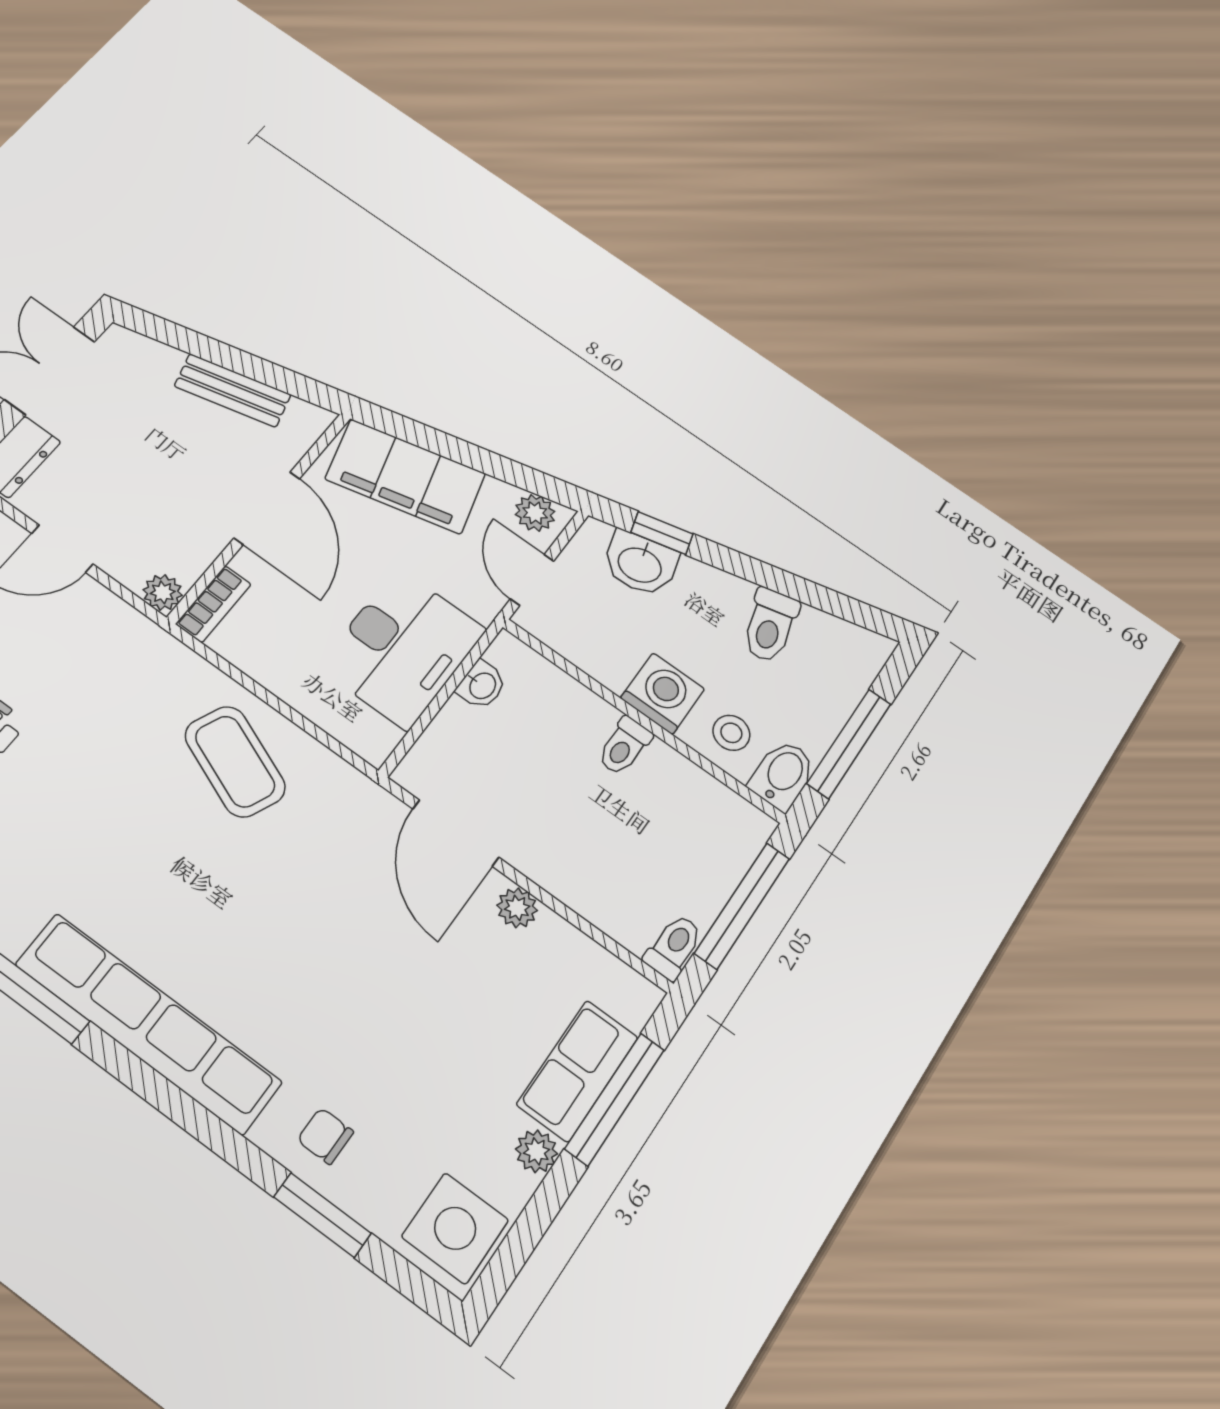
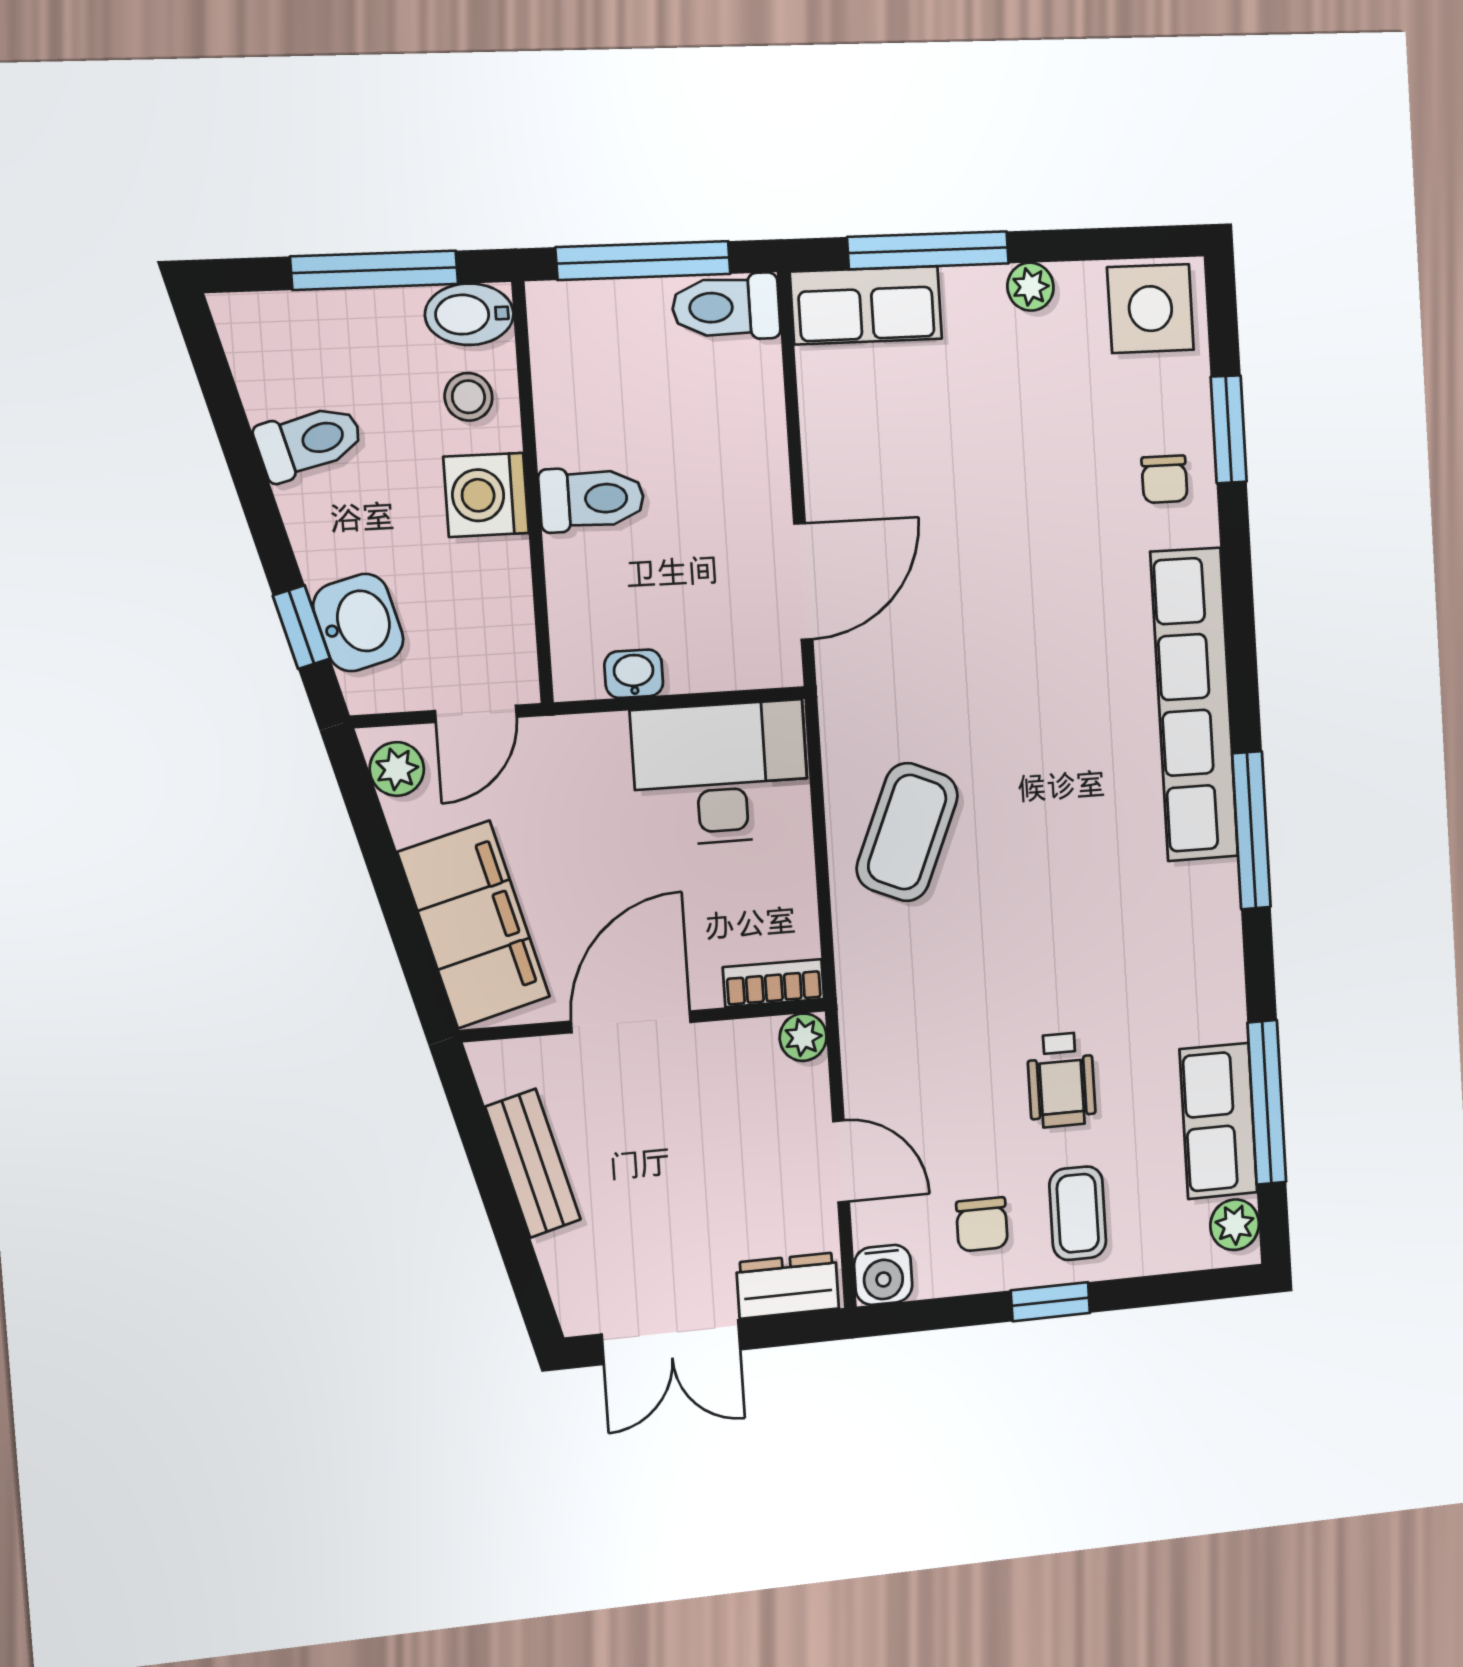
desk: (402, 648) -> (721, 773), moved
toilet: (624, 746) -> (592, 499), width x1.37, depth x1.39
plant: (517, 908) -> (826, 470), removed
toilet: (674, 947) -> (726, 307), width x1.37, depth x1.39
row of seats: (577, 1071) -> (866, 305), moved

